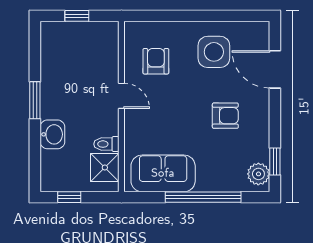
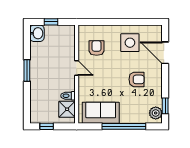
washbasin: (52, 134) -> (37, 33), moved

